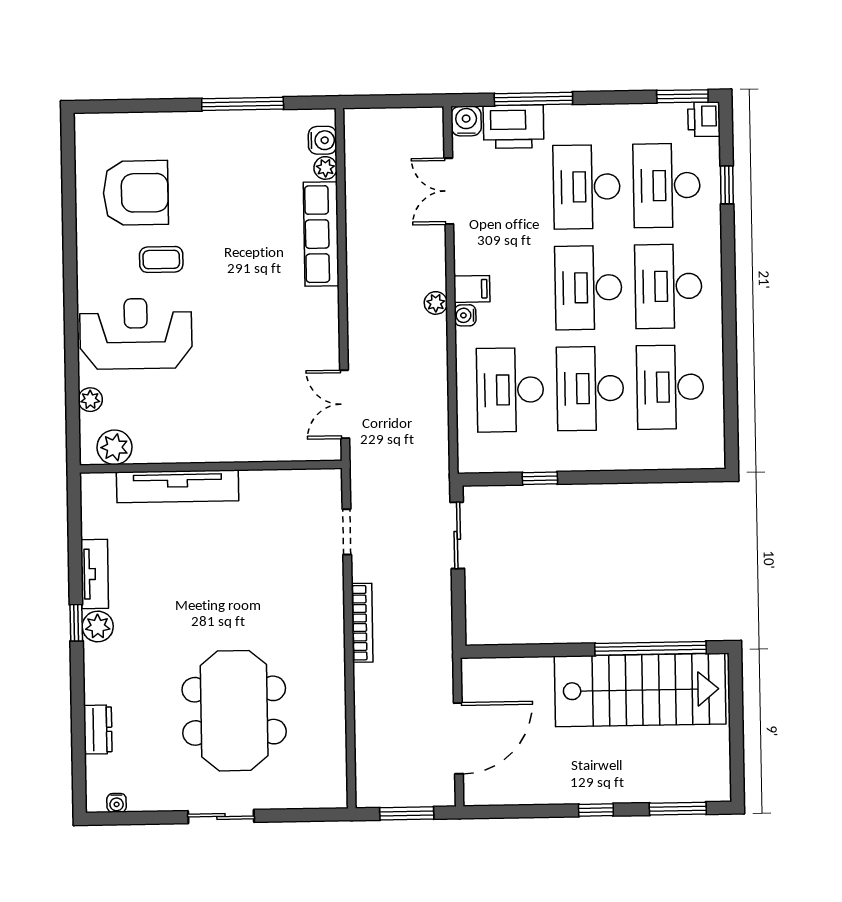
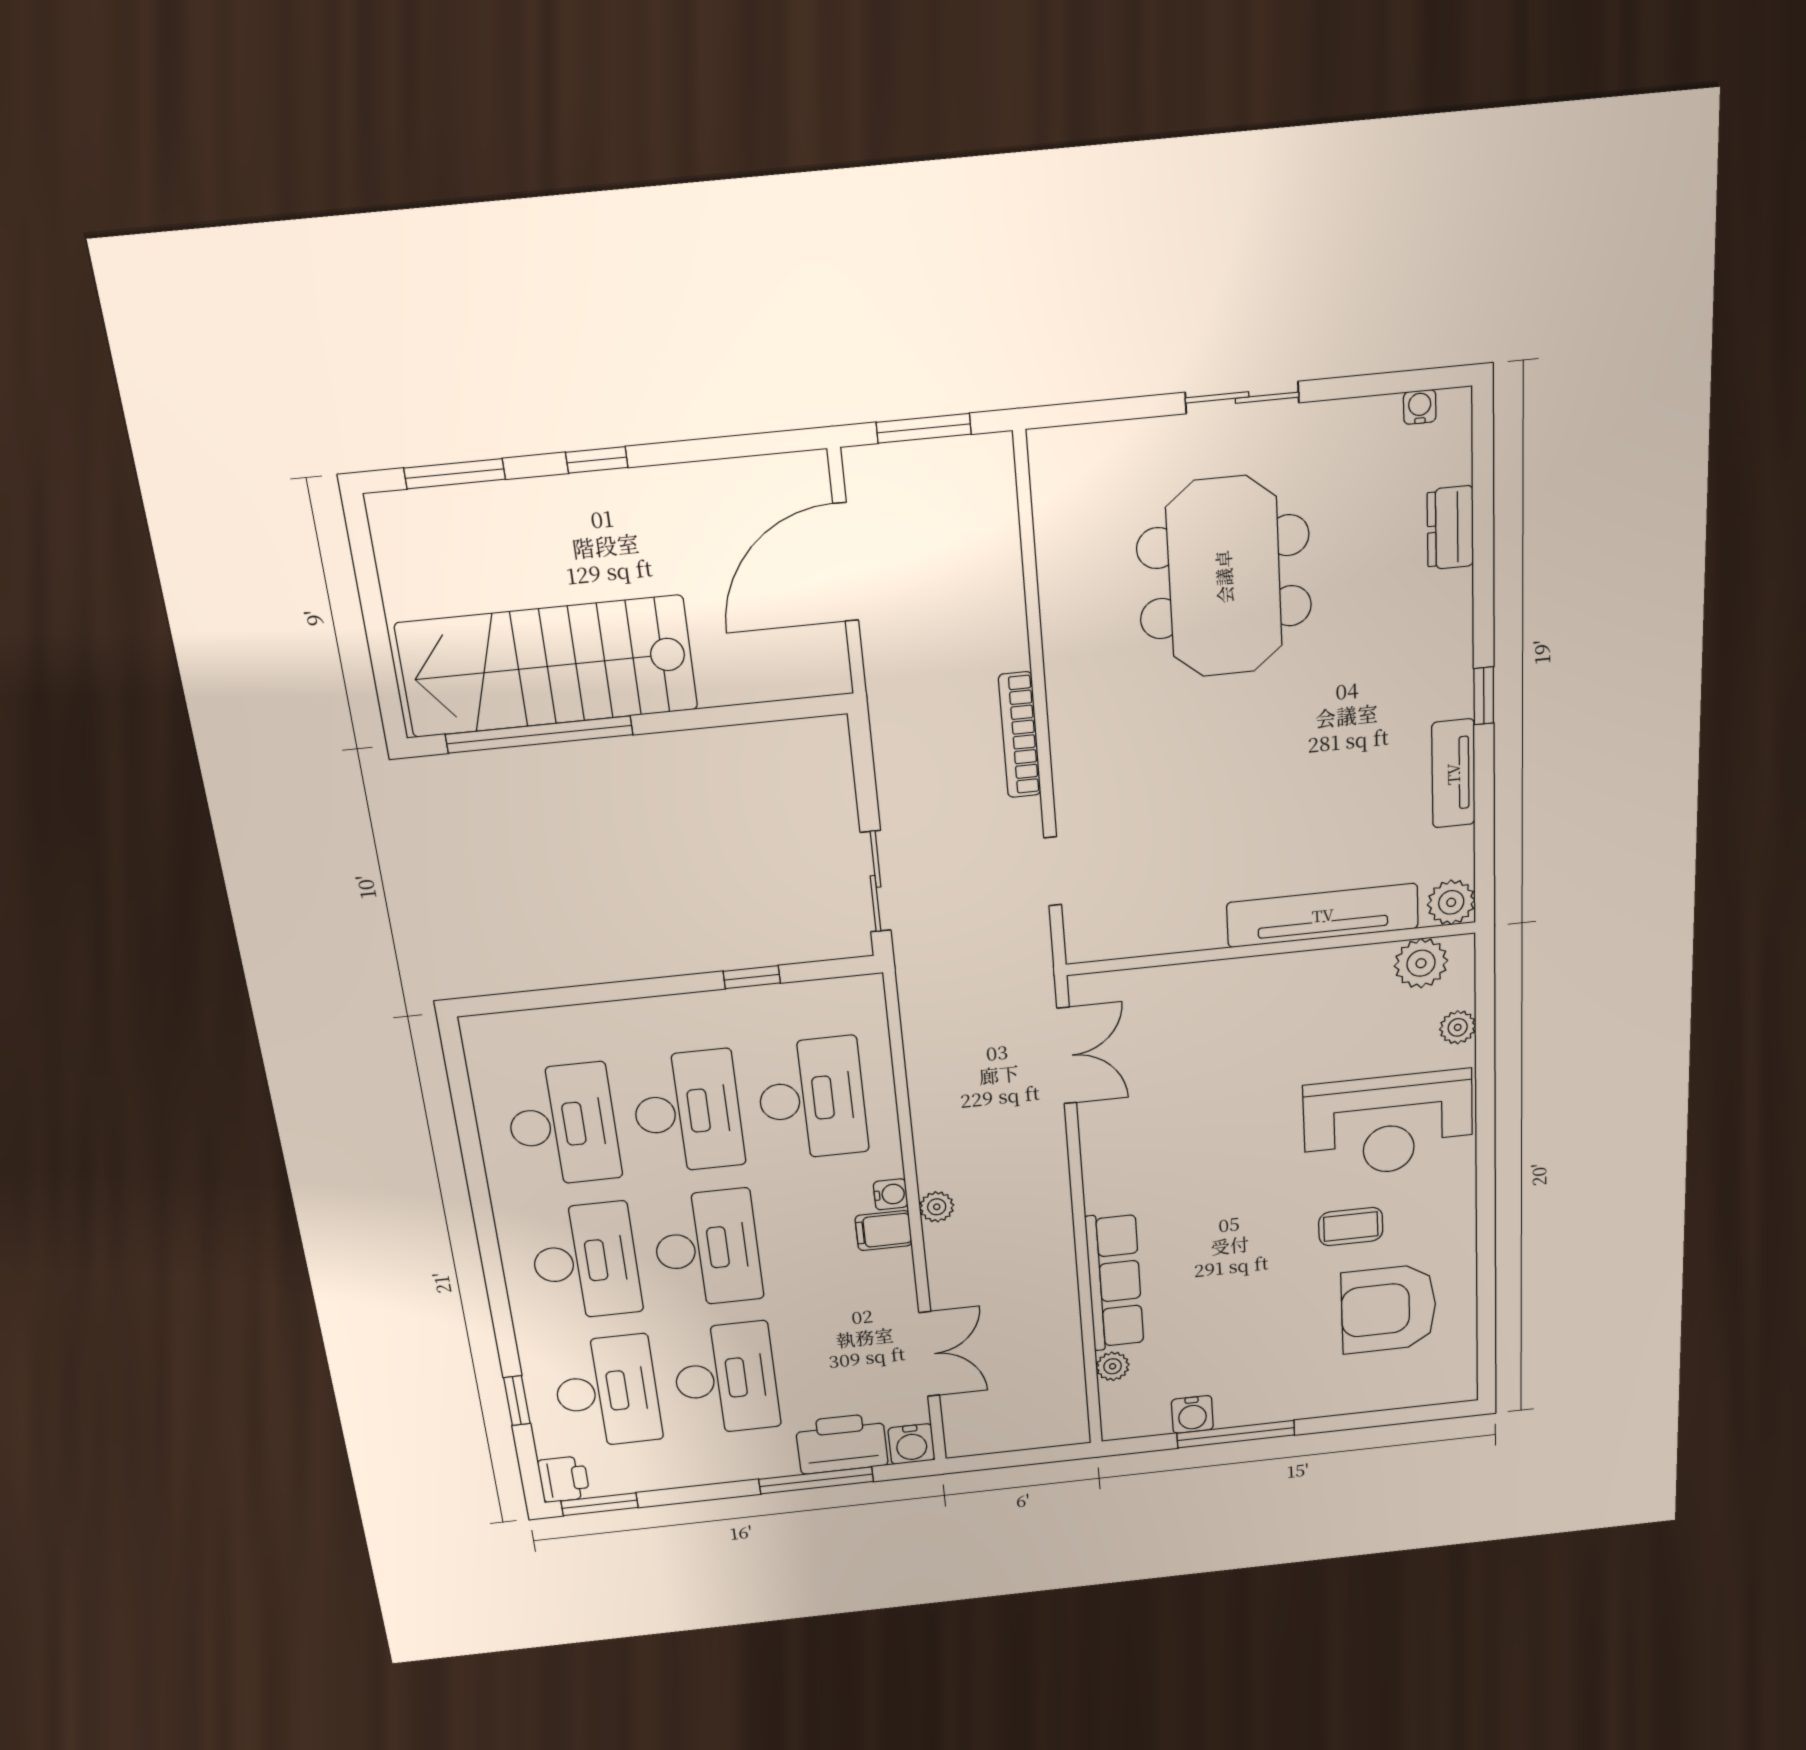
water cooler: (322, 140) -> (1192, 1414), moved, turned -90
plant: (98, 627) -> (1451, 902), moved

